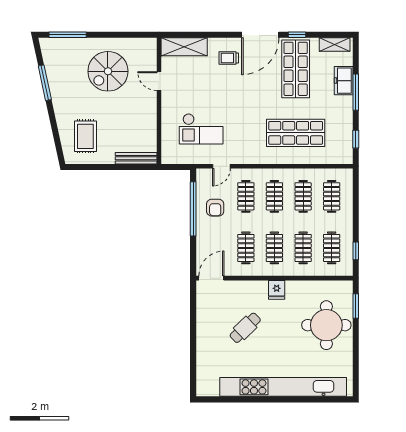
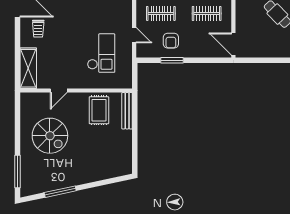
rug: (85, 136) -> (99, 110), moved, turned 90
armchair: (215, 208) -> (171, 41), turned 90
window: (193, 209) -> (172, 60), width x0.47

